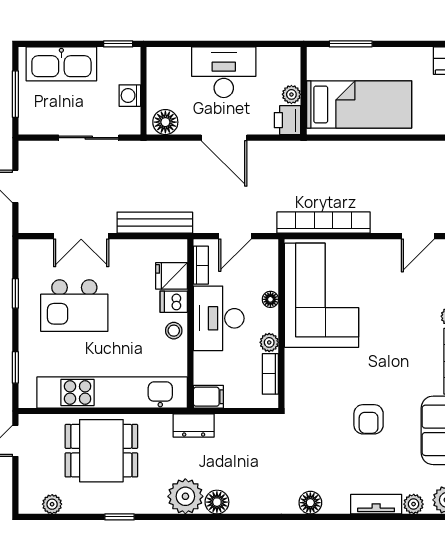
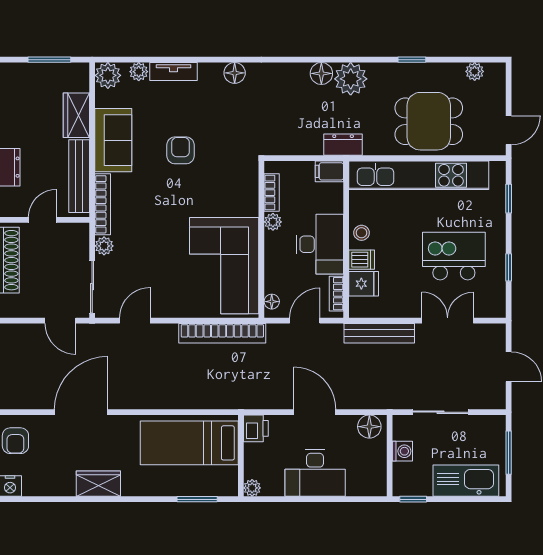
plant: (291, 94) -> (252, 488), moved
floor lamp: (270, 299) -> (272, 302), moved

